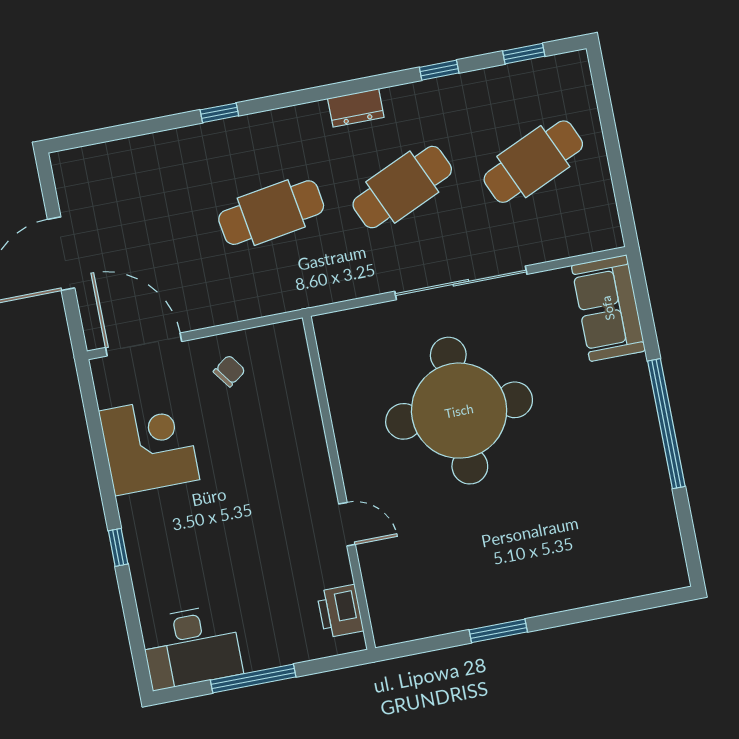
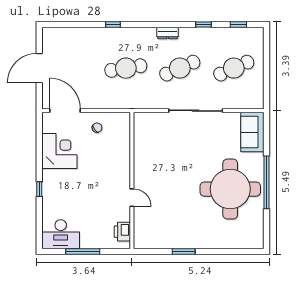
round table: (459, 411) -> (230, 189), moved

